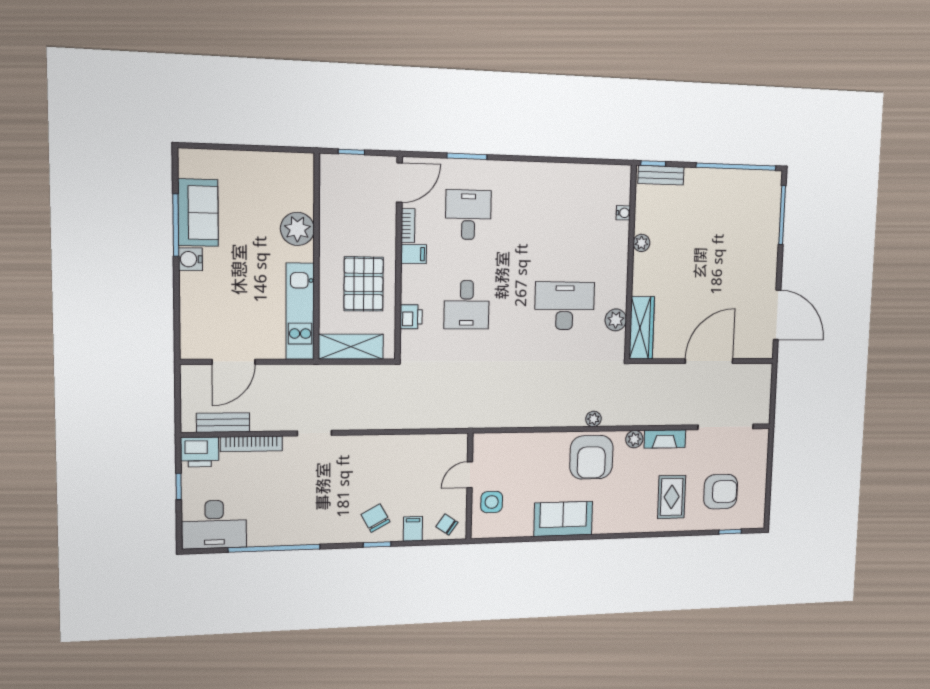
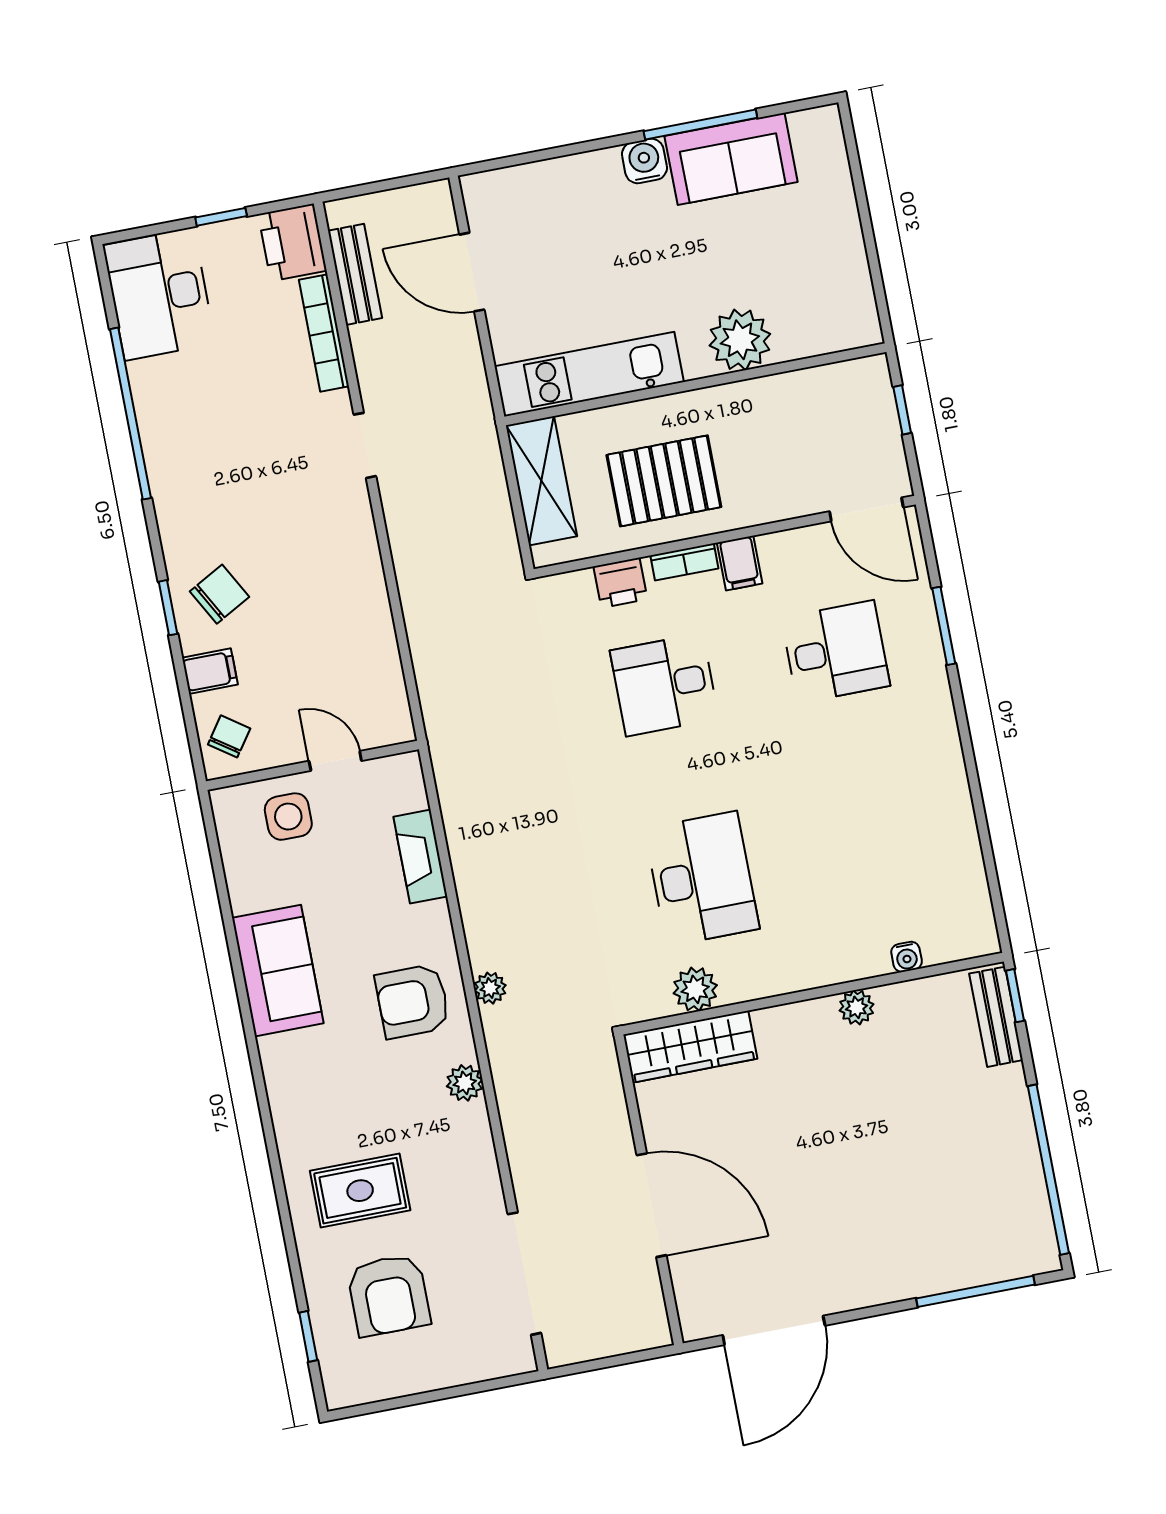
bookcase: (408, 225) -> (684, 562), moved
fireplace: (665, 439) -> (420, 857), moved
armchair: (591, 457) -> (412, 1001), width x0.73, depth x0.73

